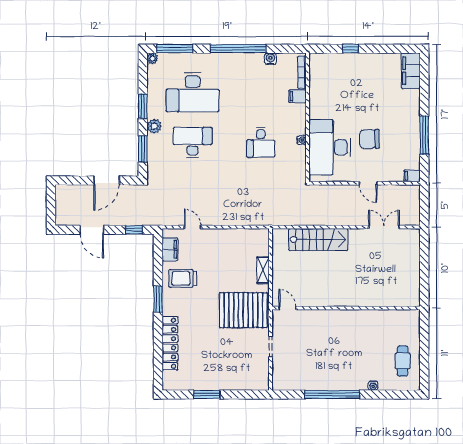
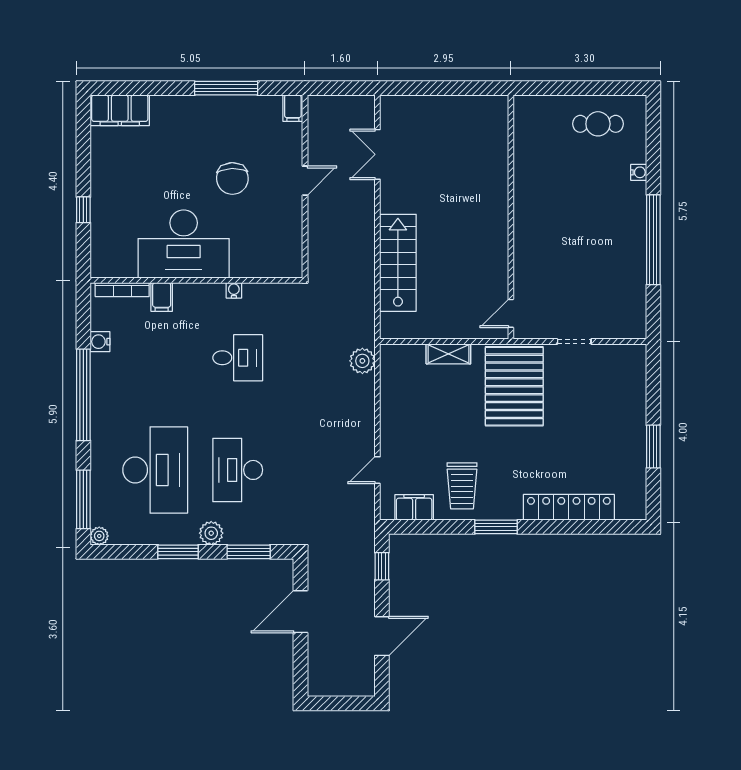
desk: (330, 147) -> (184, 244), moved
door: (107, 180) -> (300, 612), swing flipped
plant: (259, 218) -> (362, 361), added

